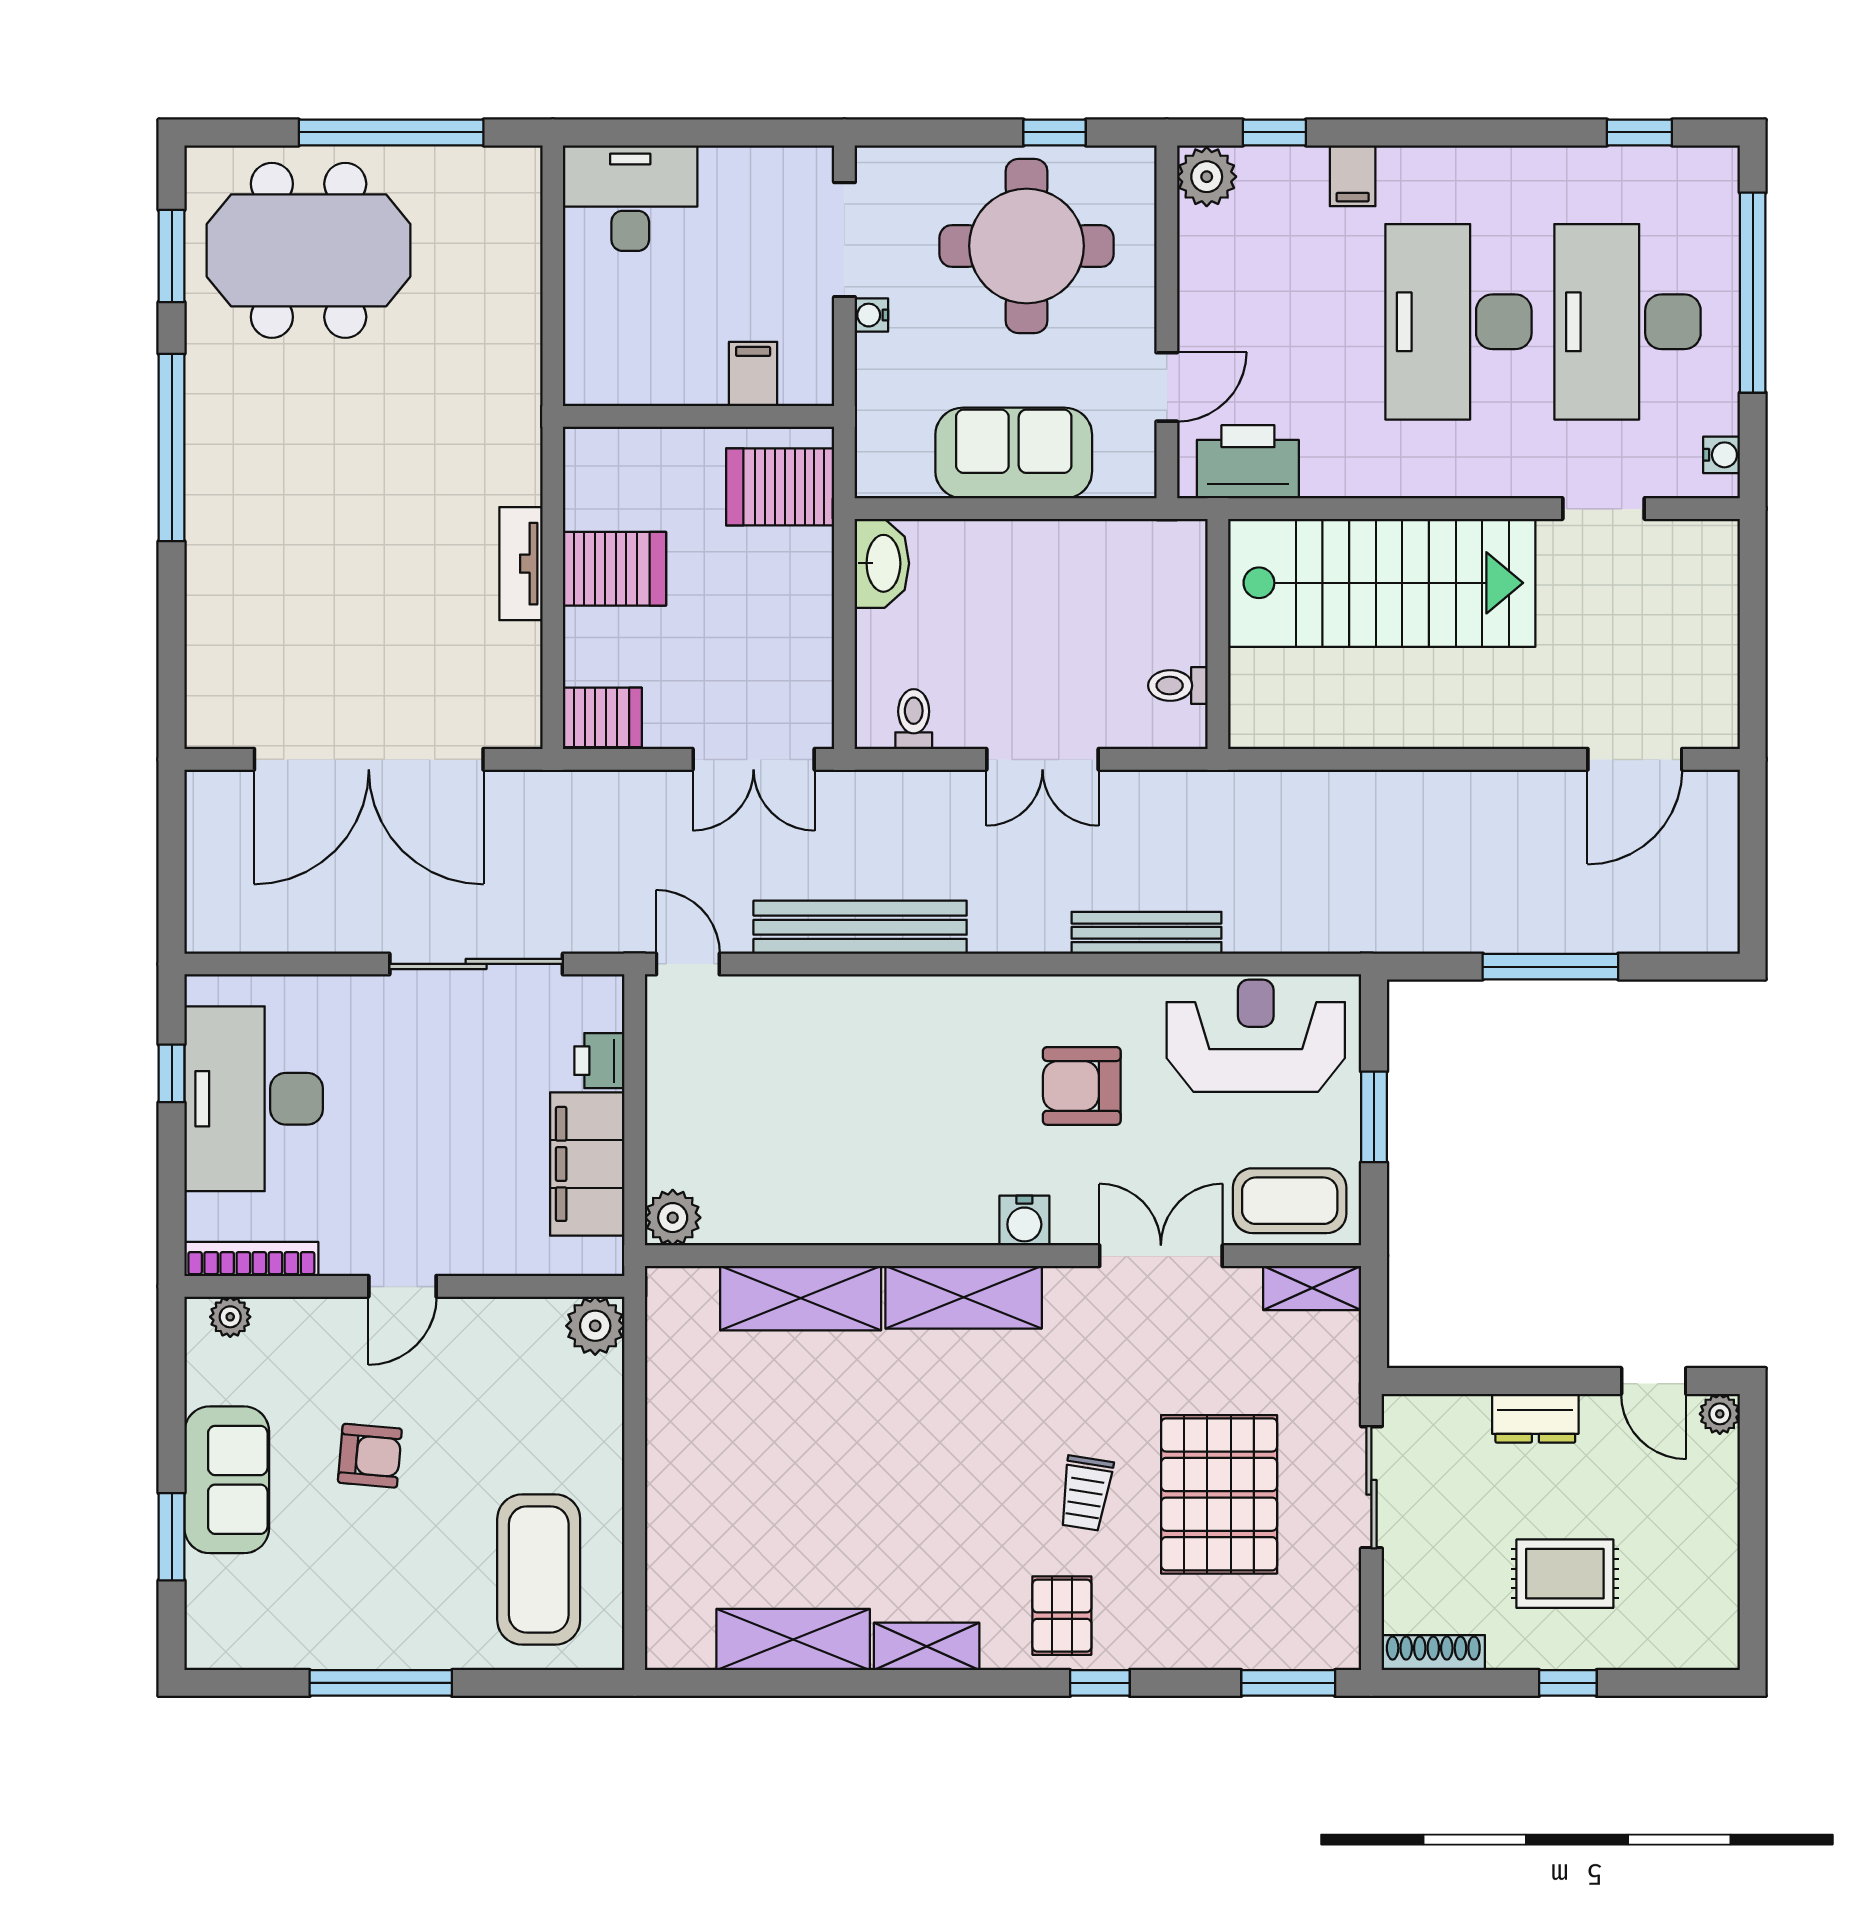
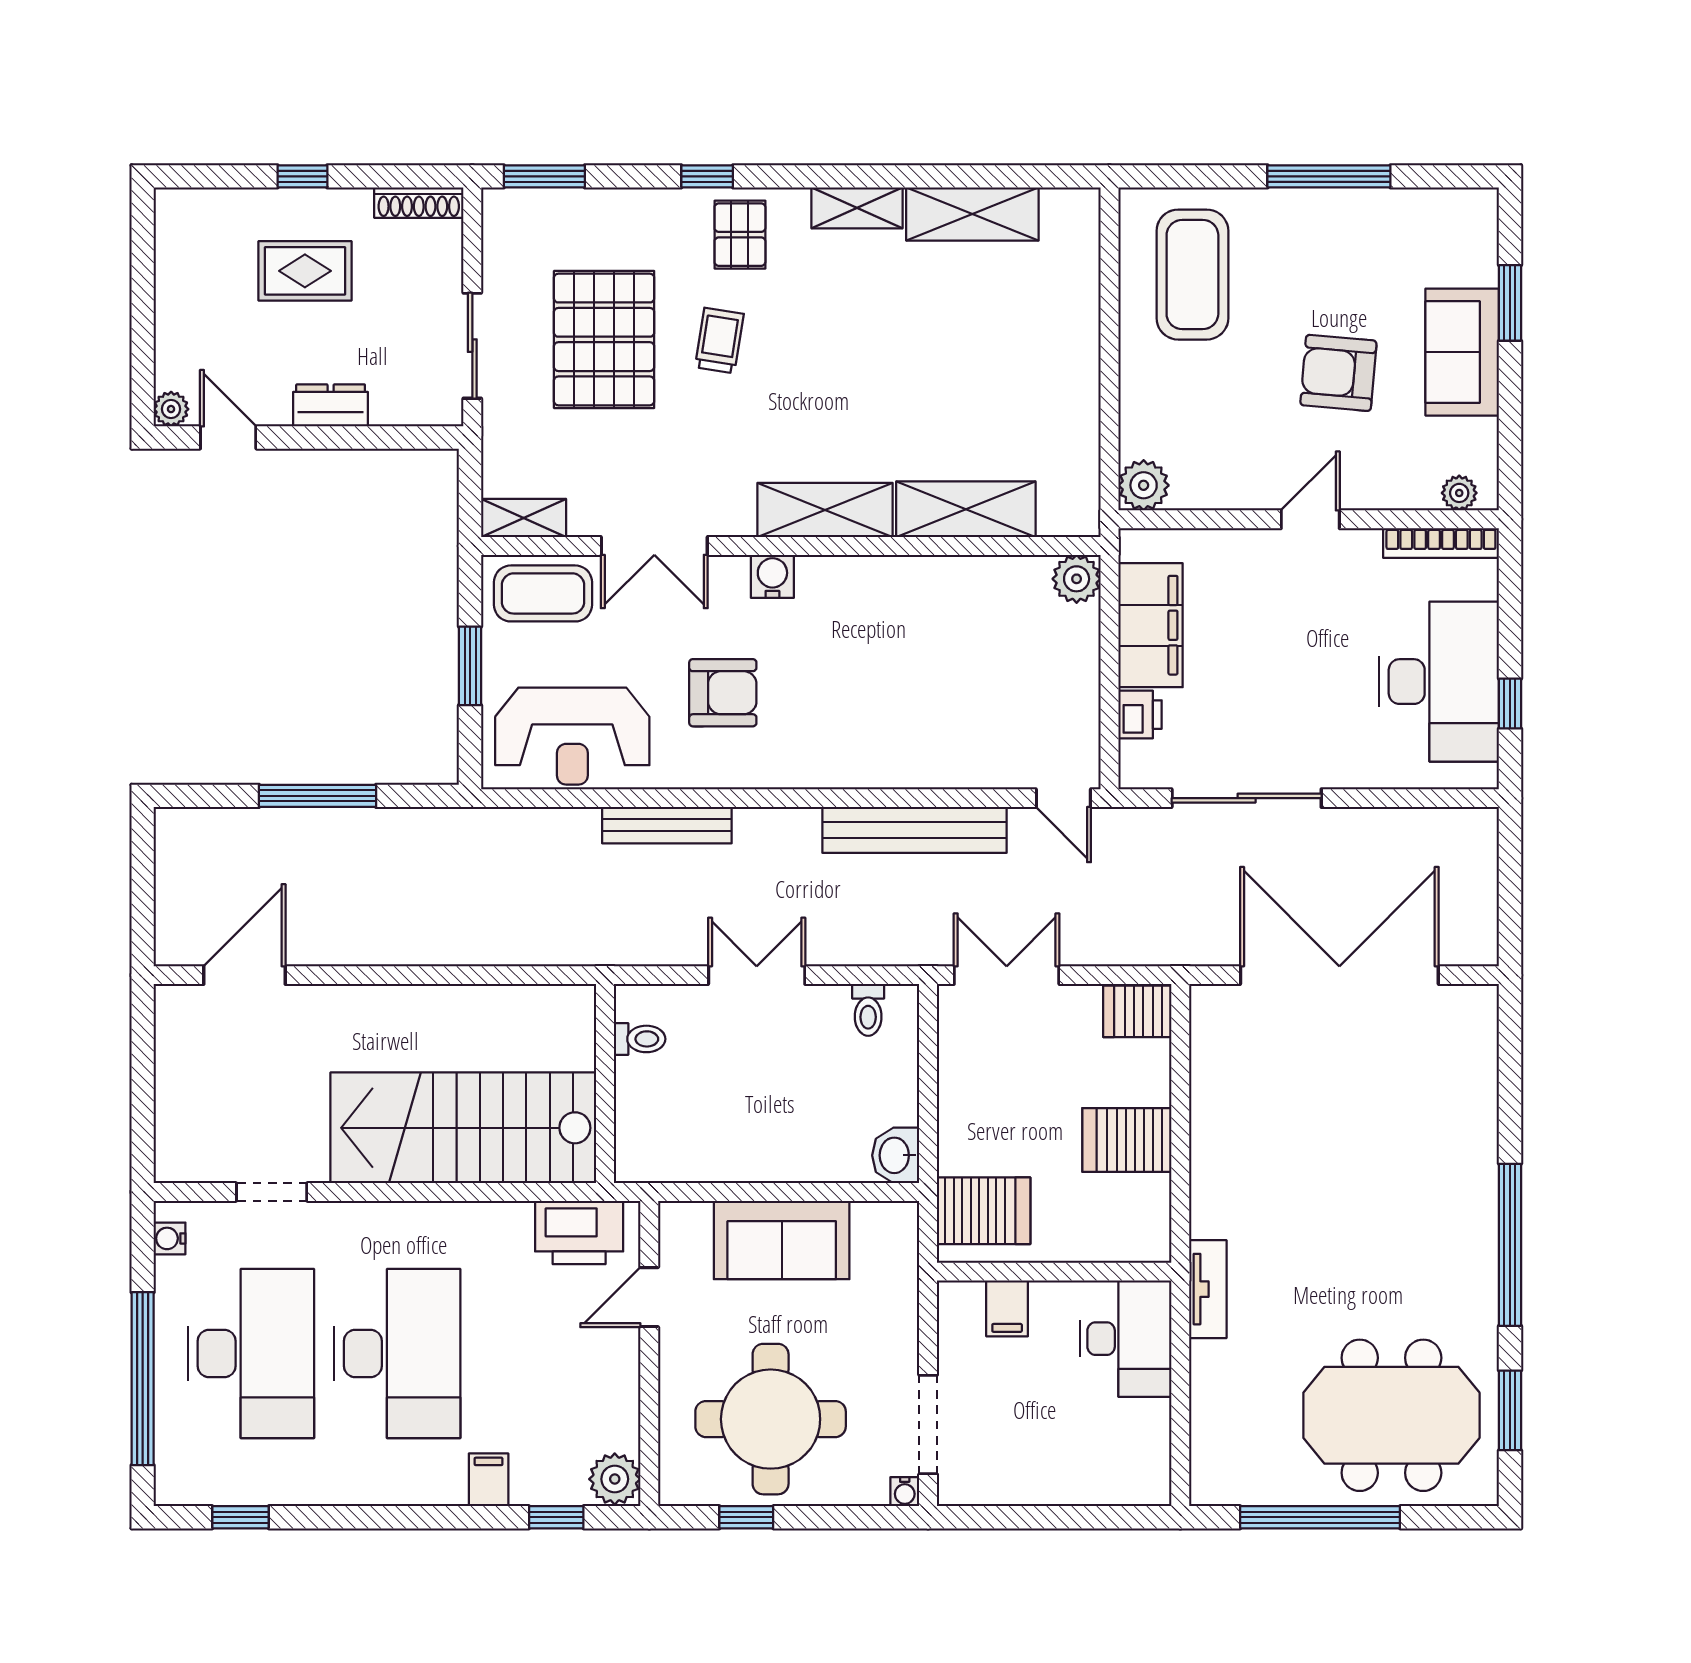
desk: (630, 198) -> (1126, 1339), moved, turned -90
water cooler: (871, 315) -> (905, 1492), moved, turned 90
washbasin: (882, 563) -> (896, 1155), width x0.72
tv unit: (521, 564) -> (1208, 1289), moved
armchair: (370, 1456) -> (1338, 373), width x1.38, depth x1.38

